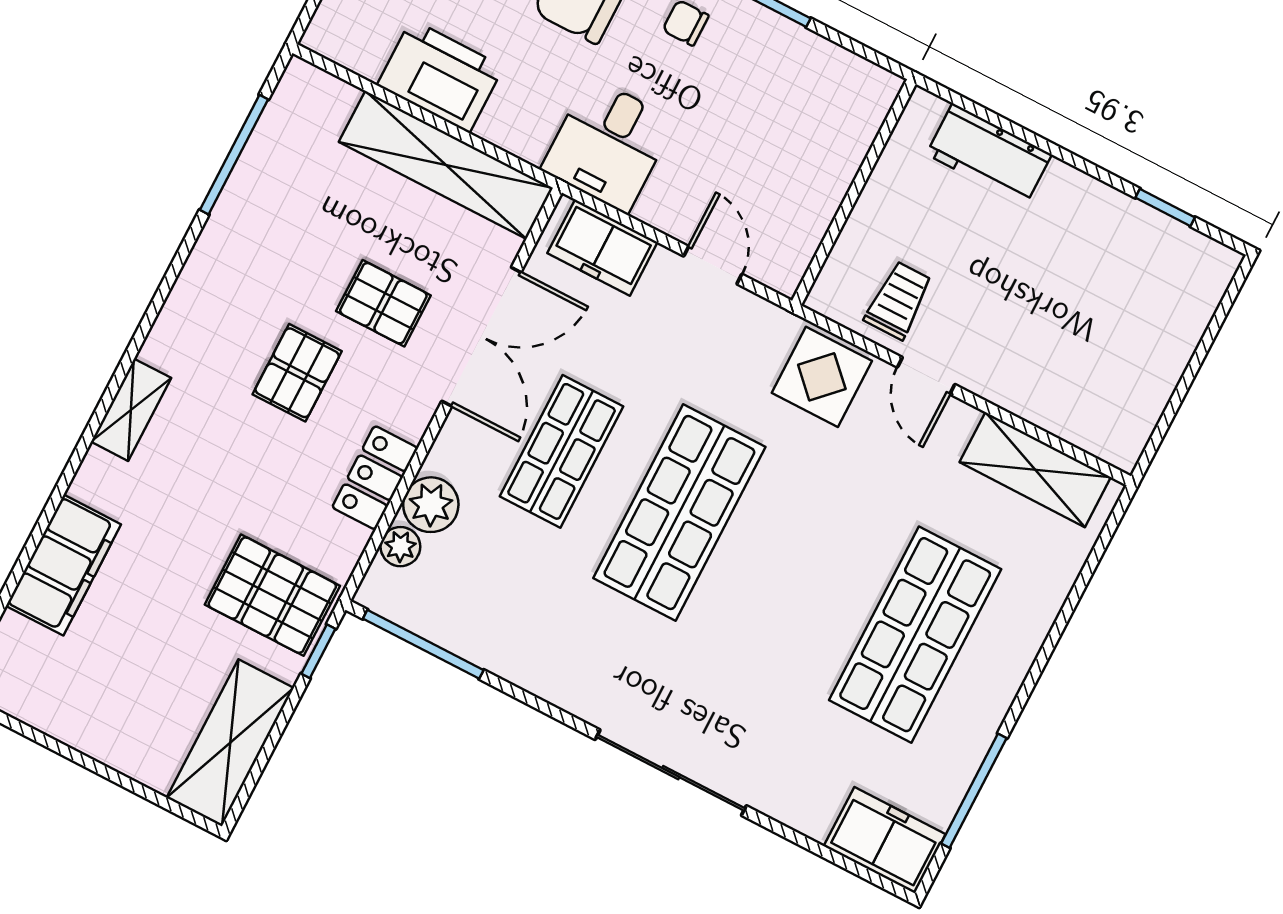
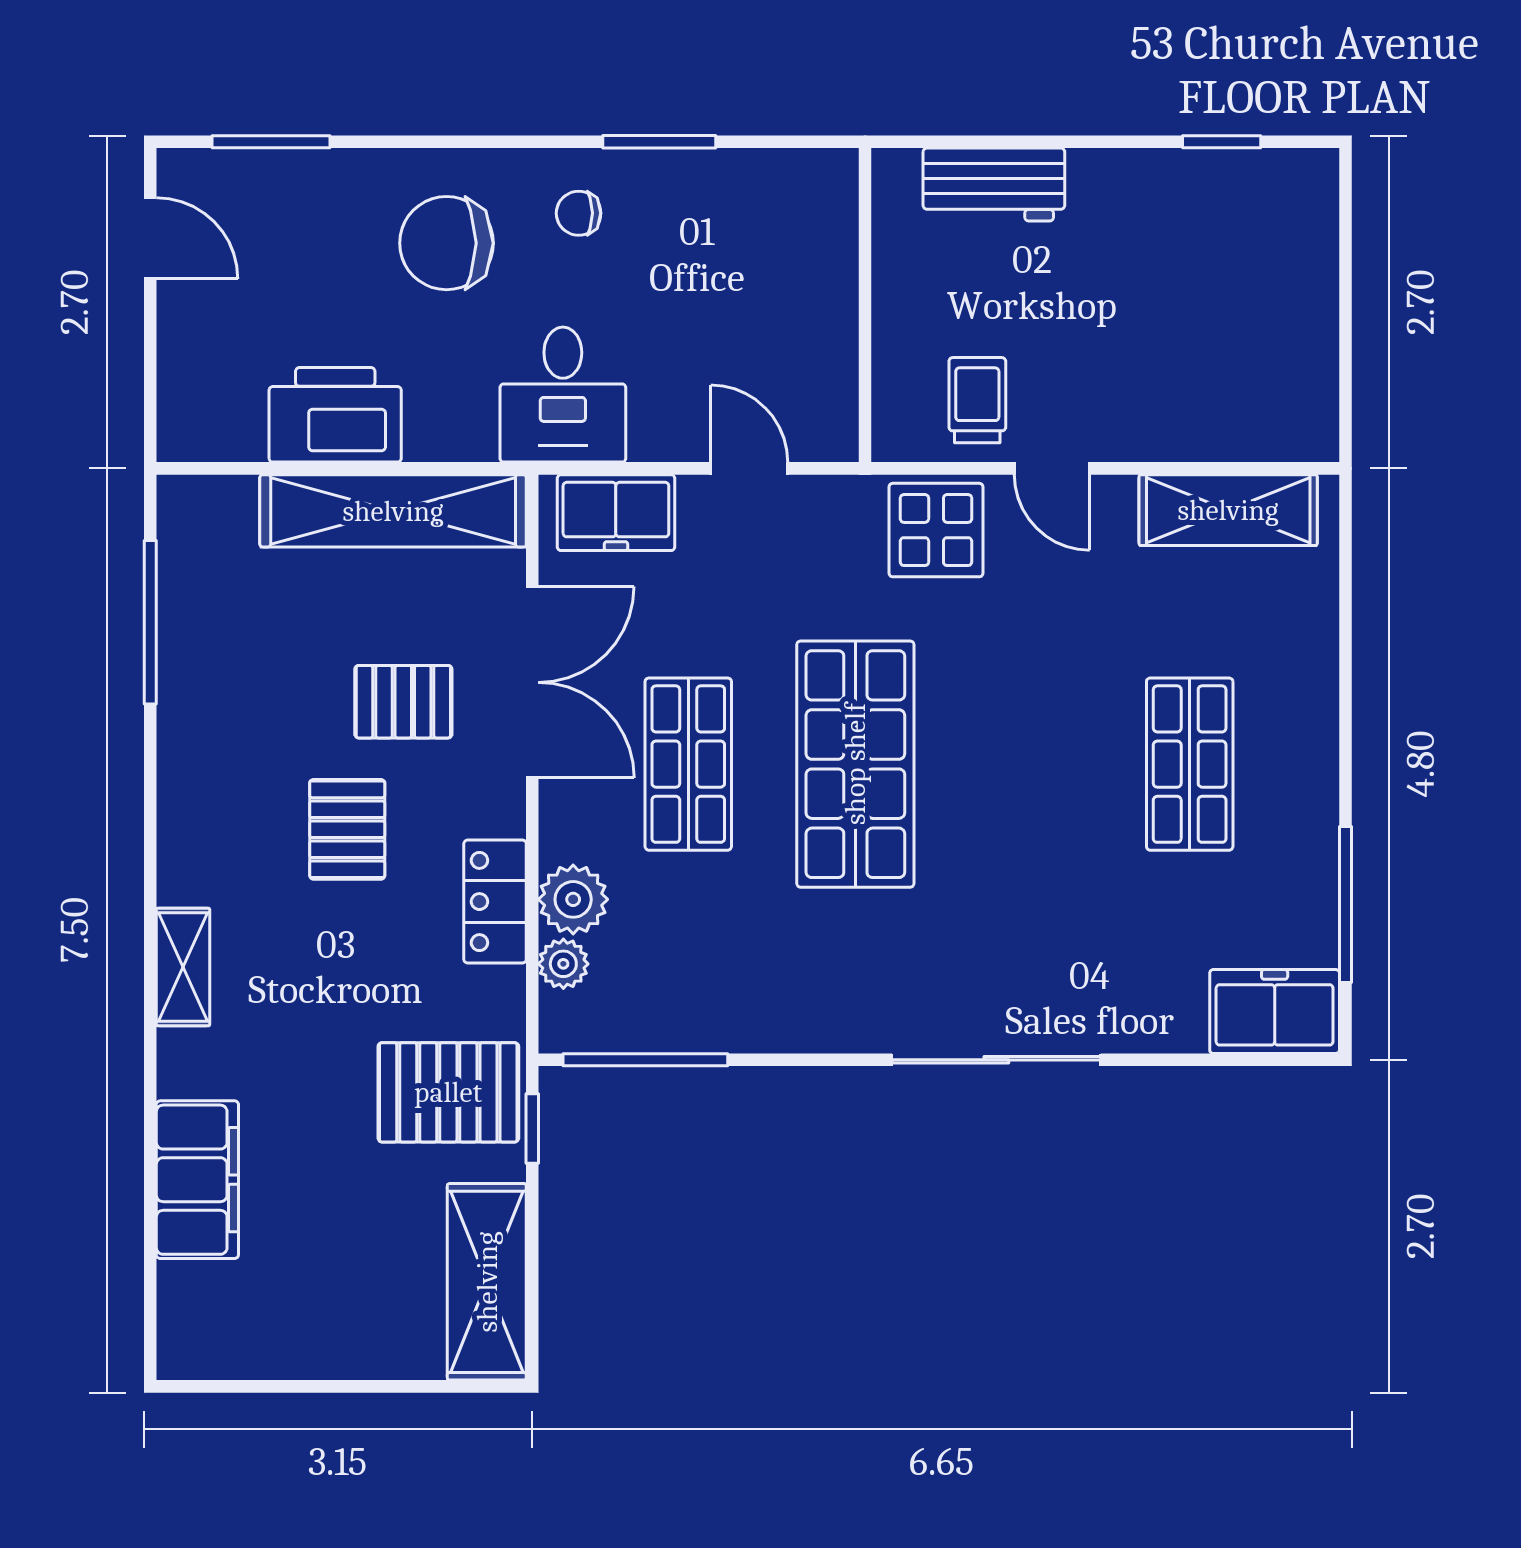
shop shelf: (915, 635) -> (1190, 764), width x0.70, depth x0.74

